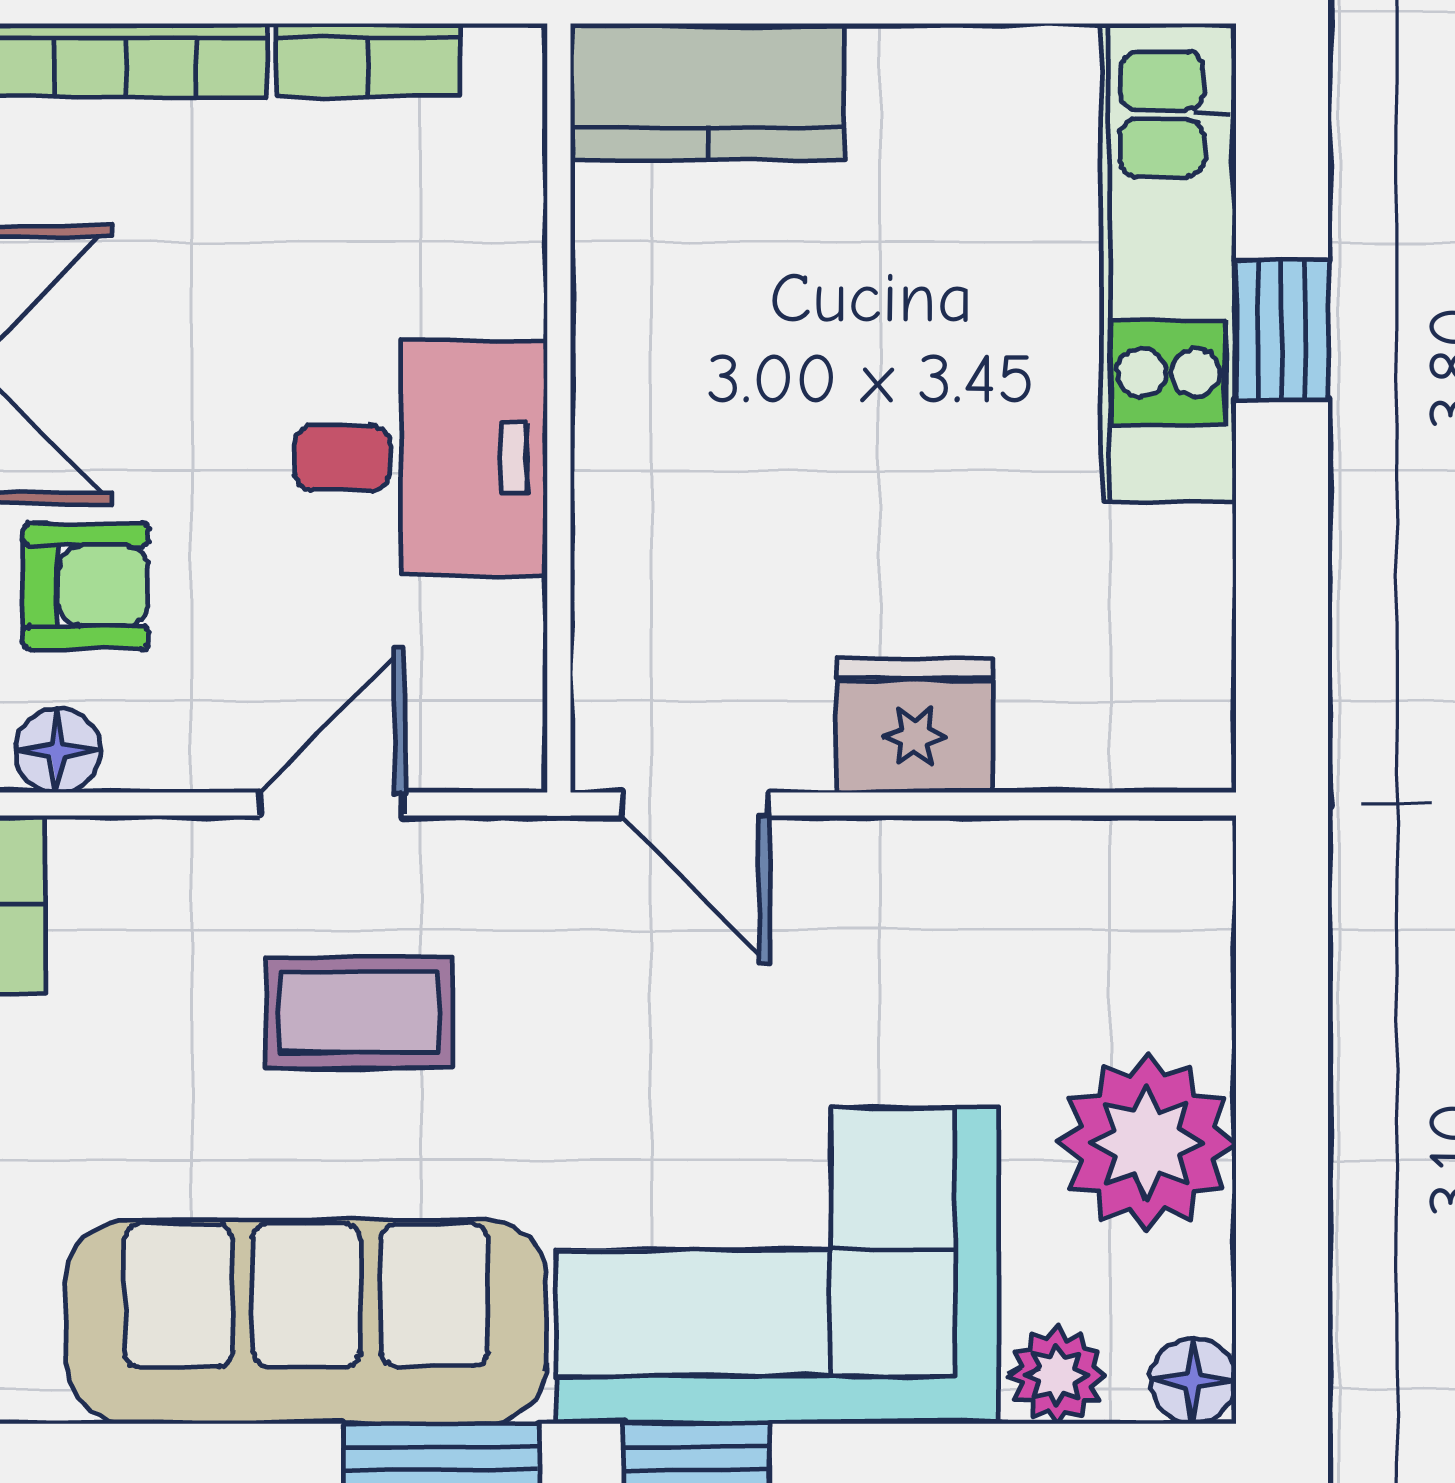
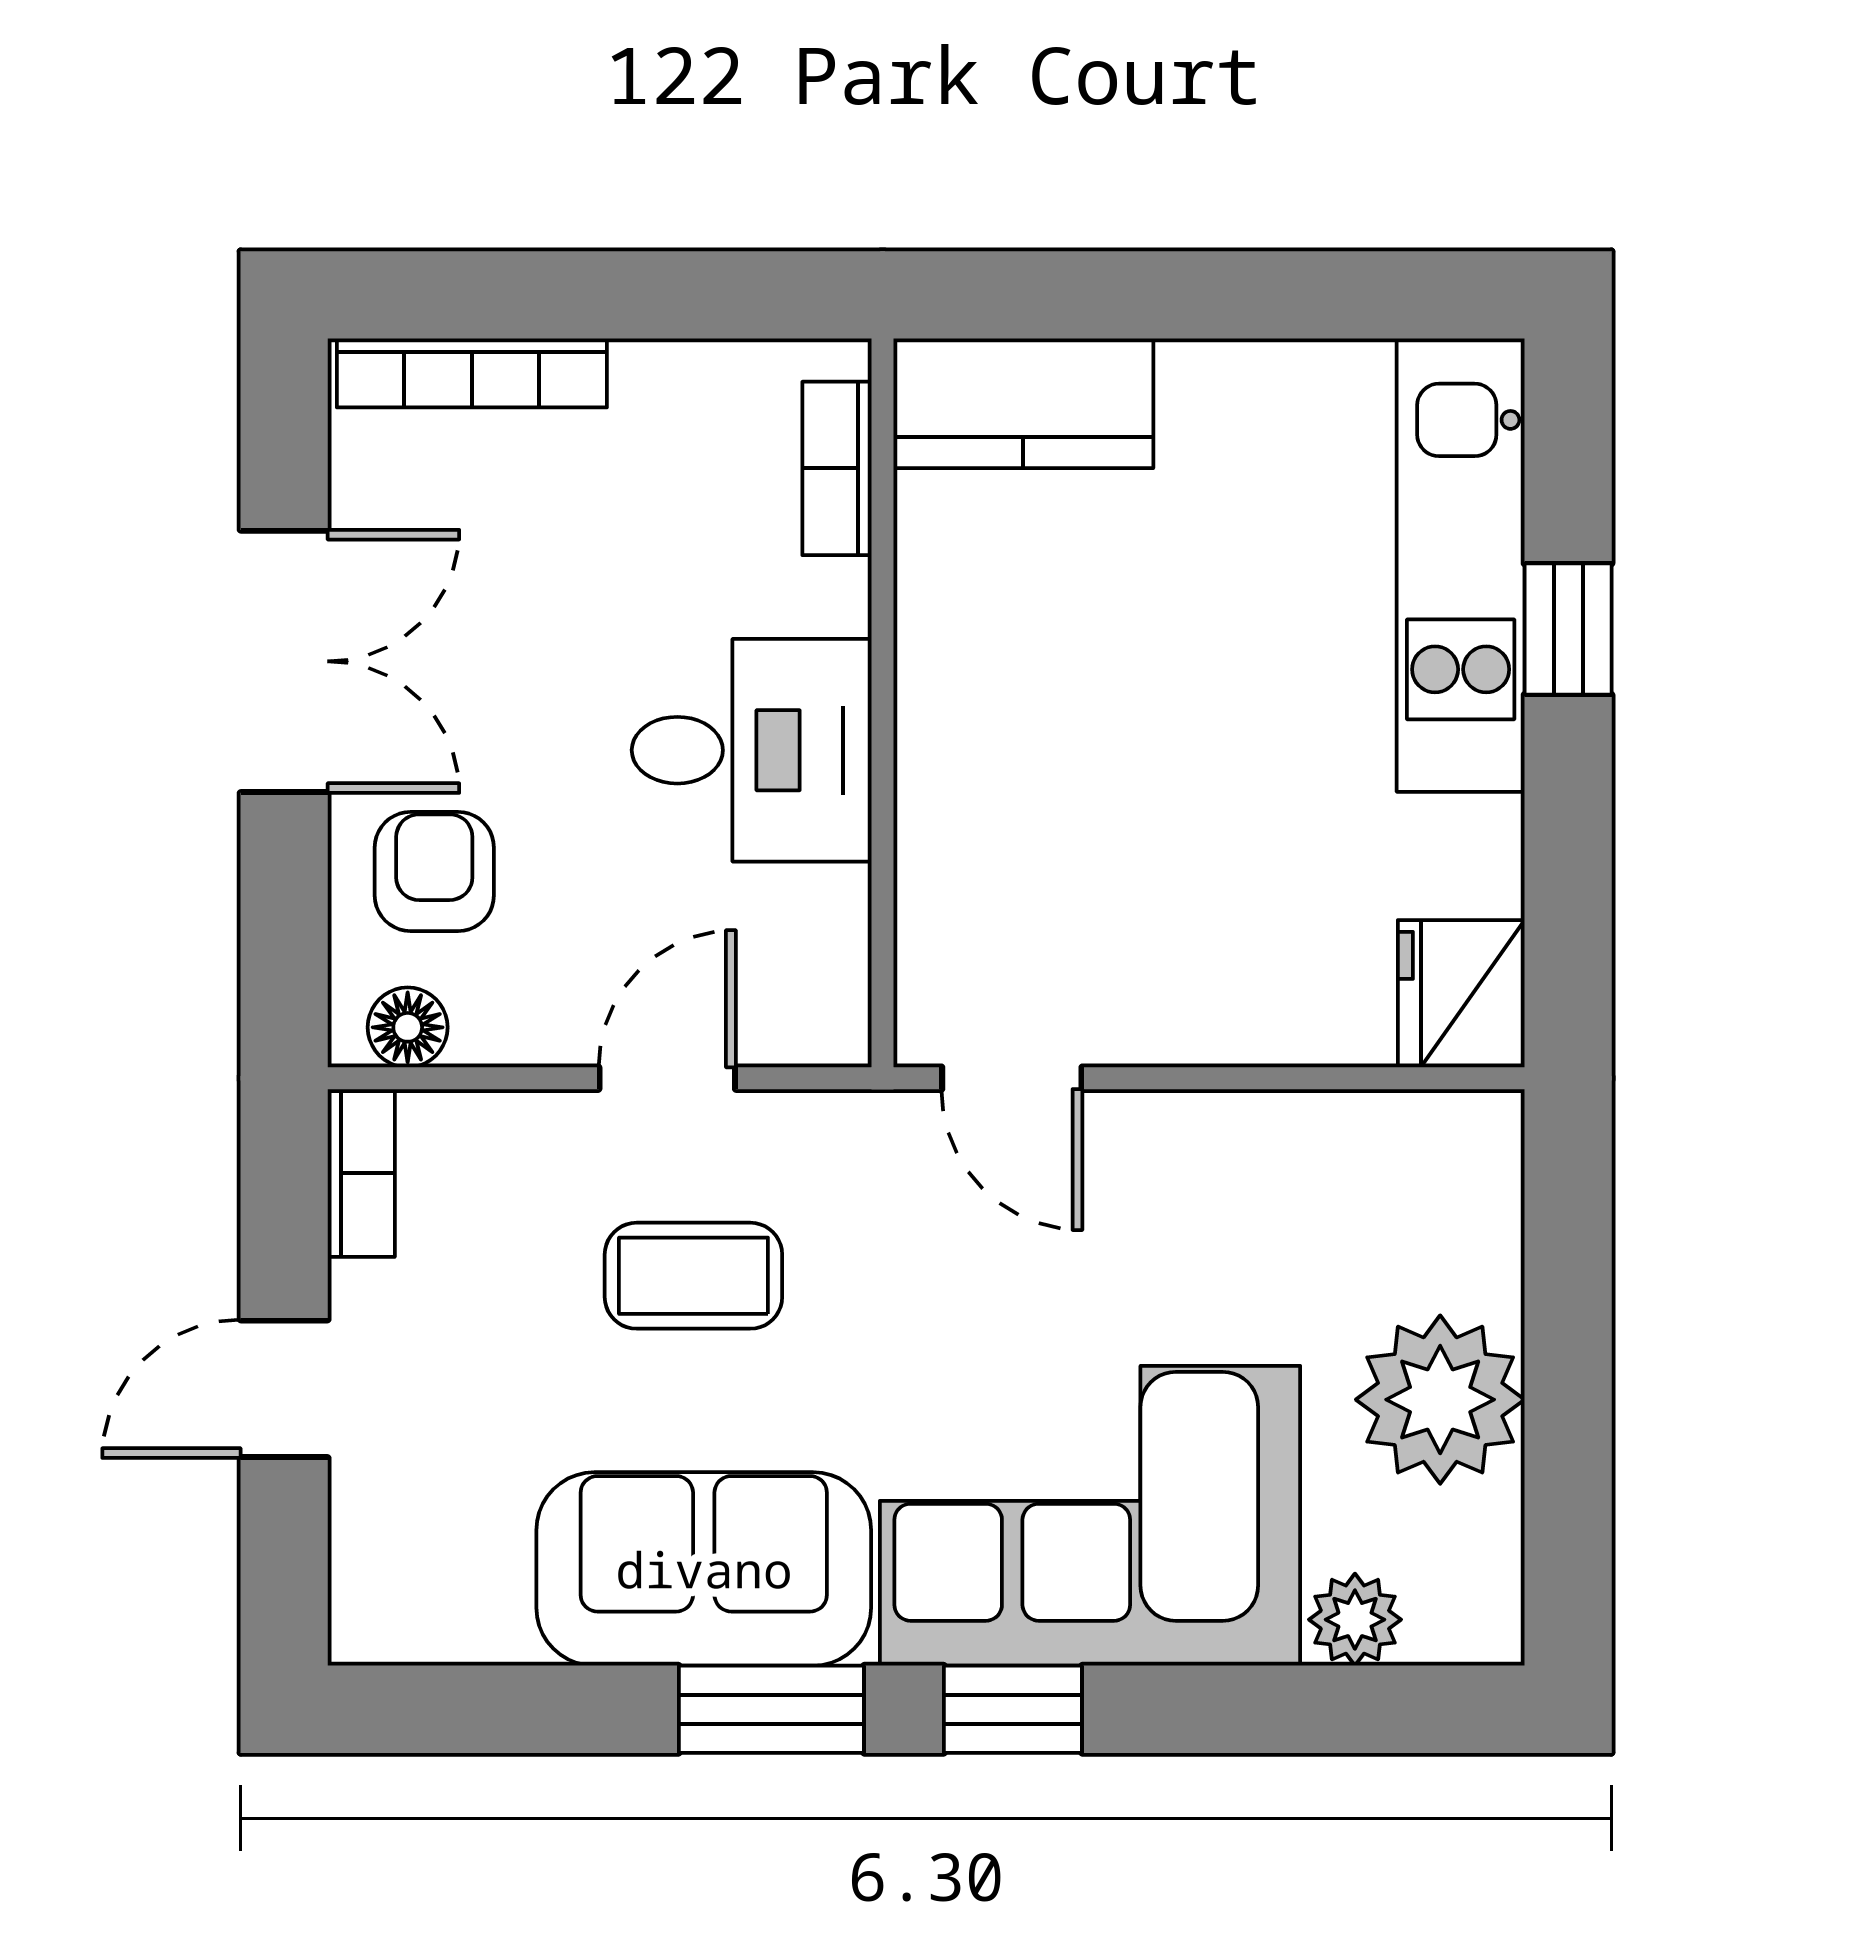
bookcase: (369, 60) -> (837, 468), moved, turned 90
armchair: (86, 586) -> (434, 871), turned -90
fridge: (915, 726) -> (1461, 994), moved, turned -90
sofa: (306, 1322) -> (704, 1569), width x0.73
floor lamp: (1193, 1381) -> (1484, 1625), removed

